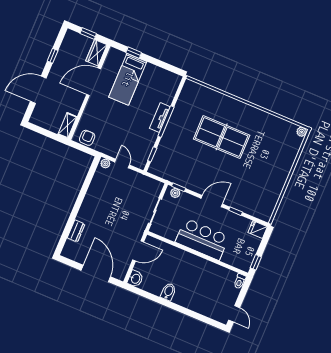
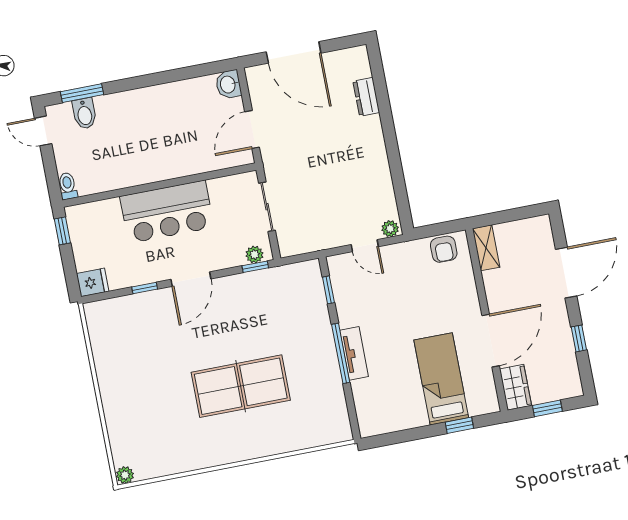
bidet: (168, 292) -> (84, 113), moved
window: (205, 319) -> (82, 93), added

